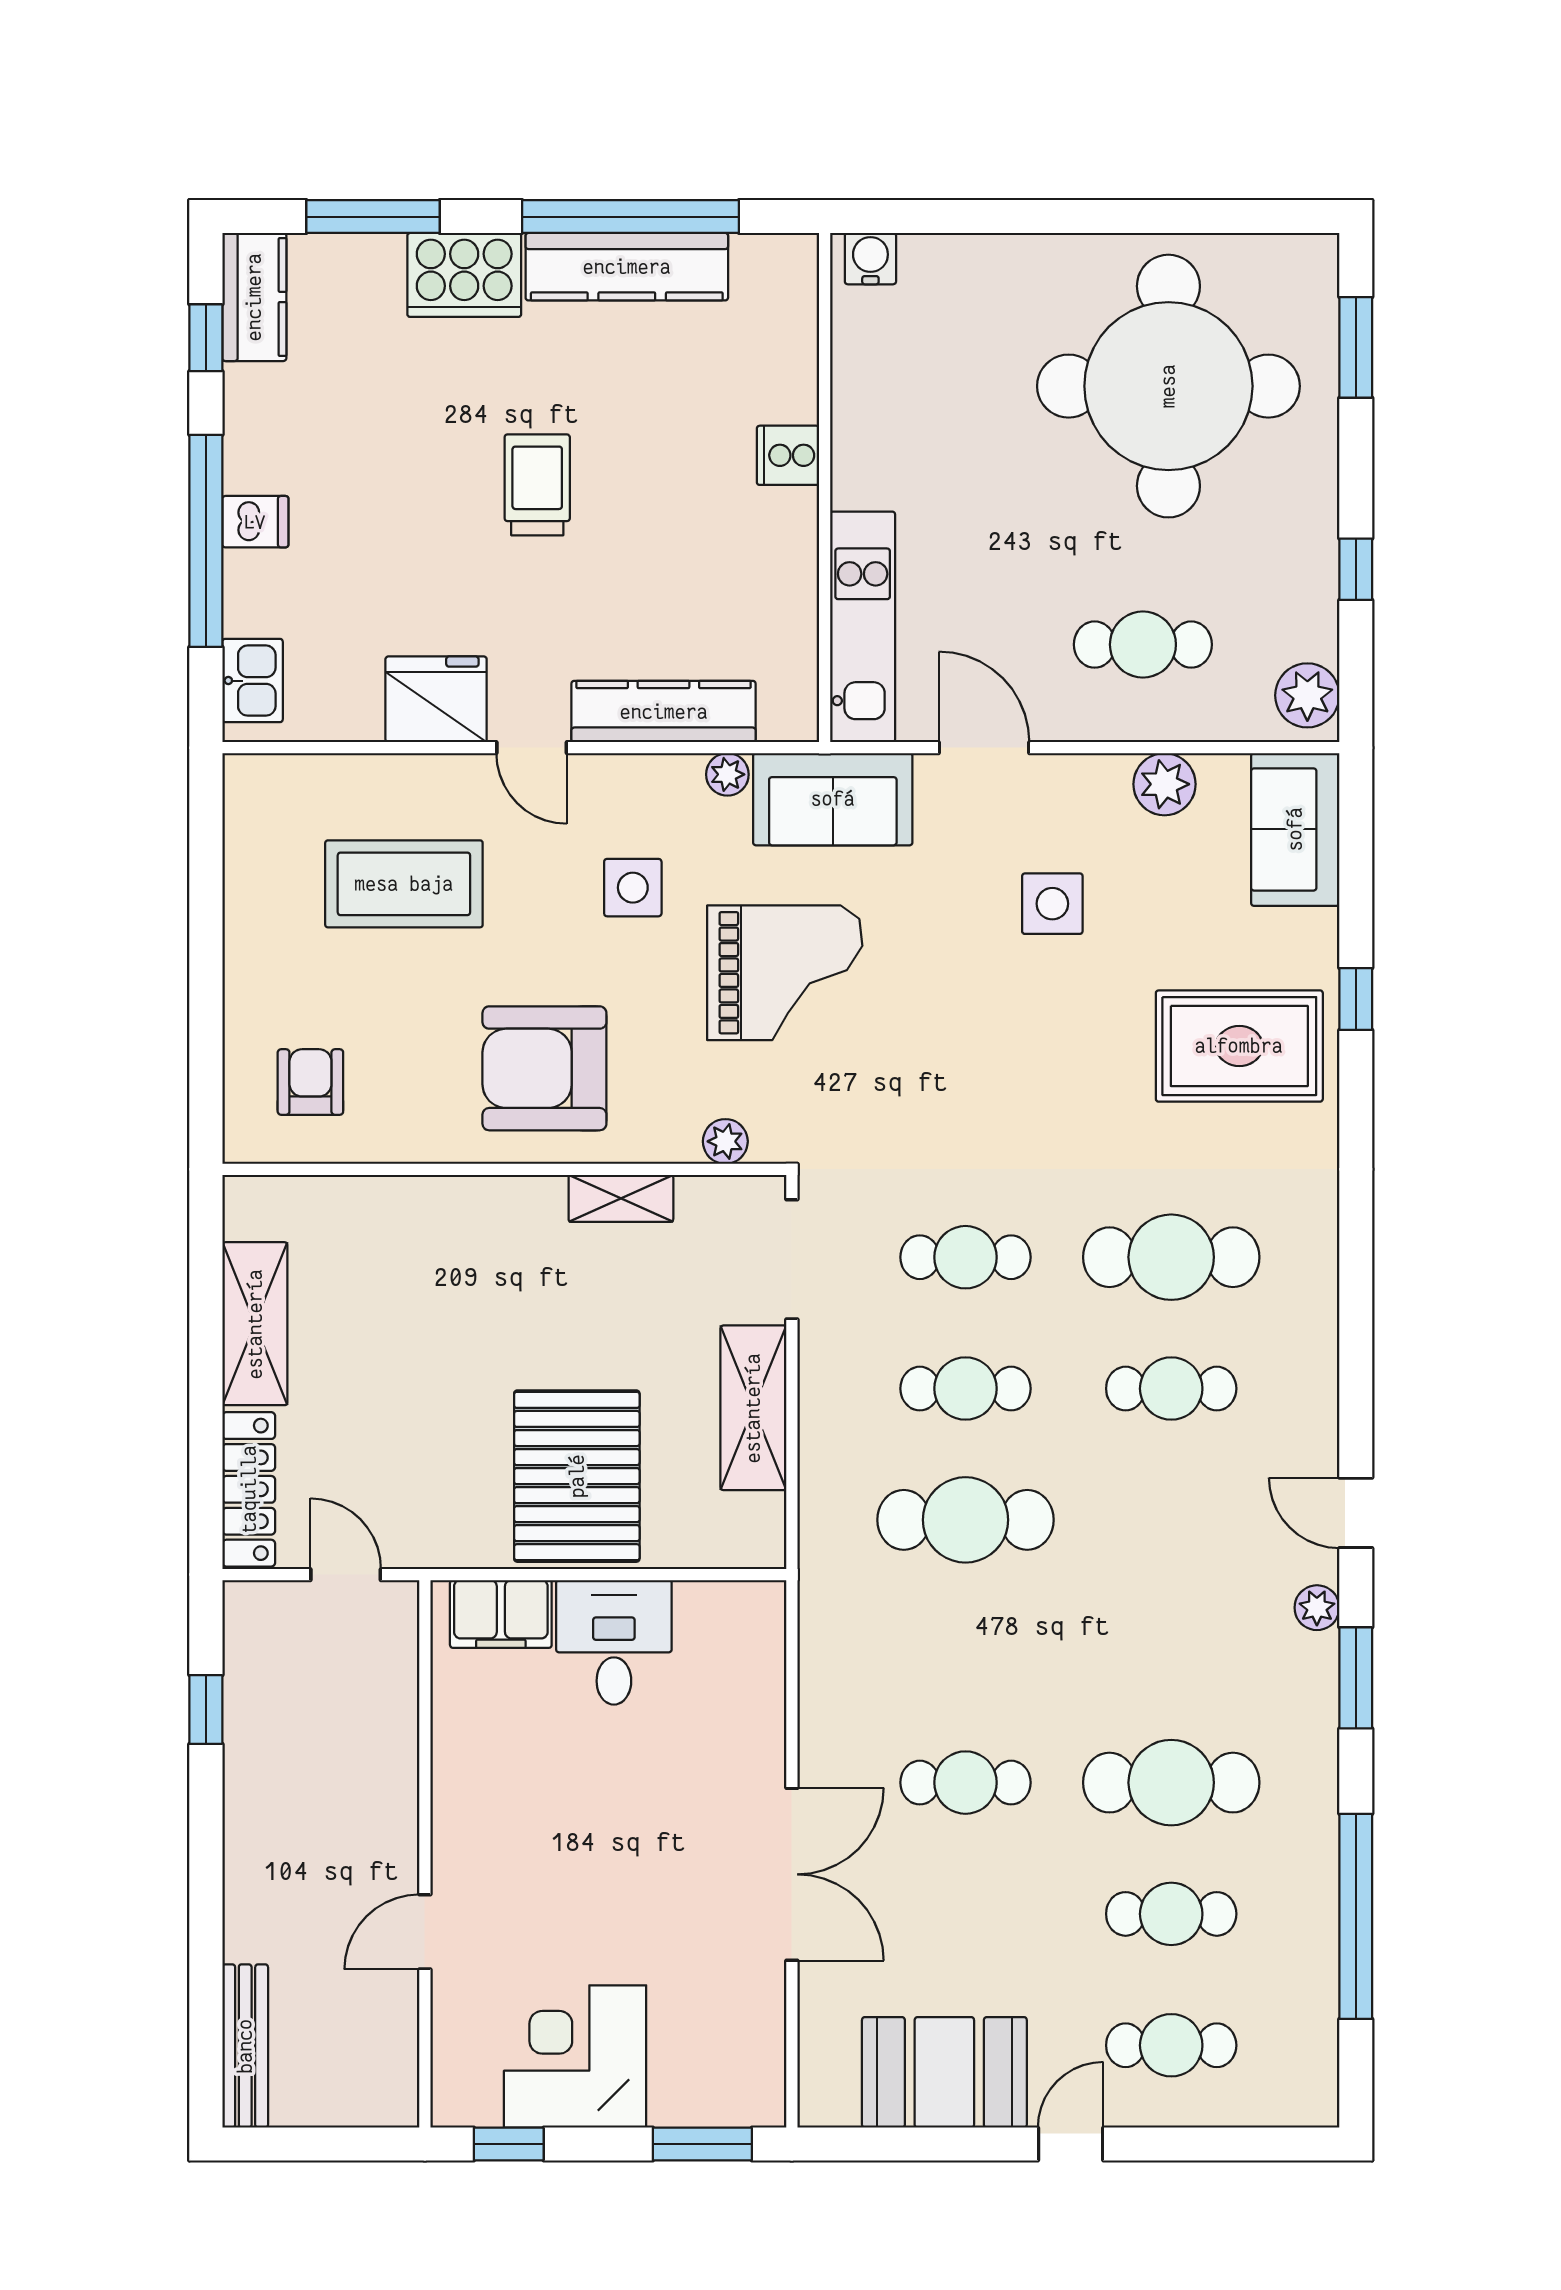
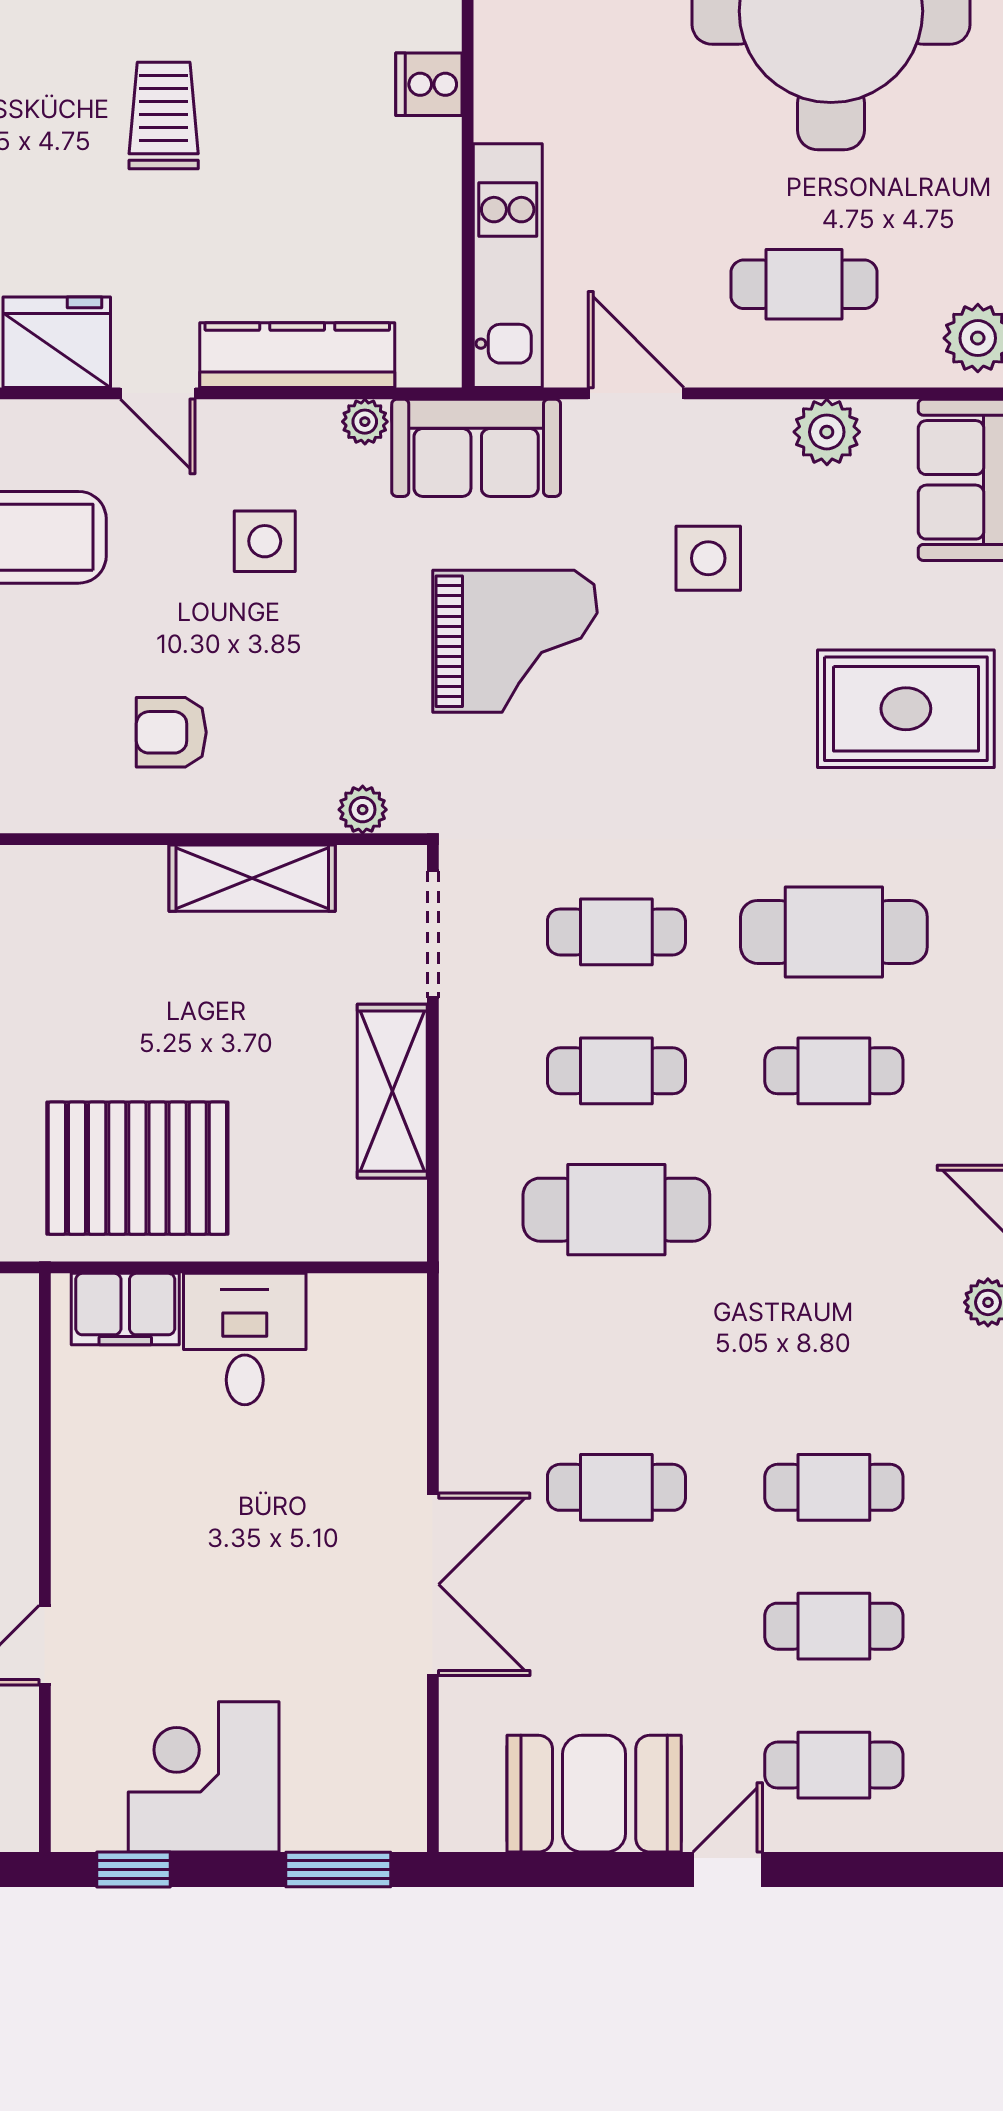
grand piano: (785, 973) -> (515, 641), moved
armchair: (544, 1068) -> (171, 732), width x0.53, depth x0.53
shelving: (621, 1198) -> (252, 878), width x1.50, depth x1.33
pallet: (577, 1476) -> (137, 1168), moved, turned 90
cafe table: (1171, 1783) -> (834, 1487), width x0.73, depth x0.74

